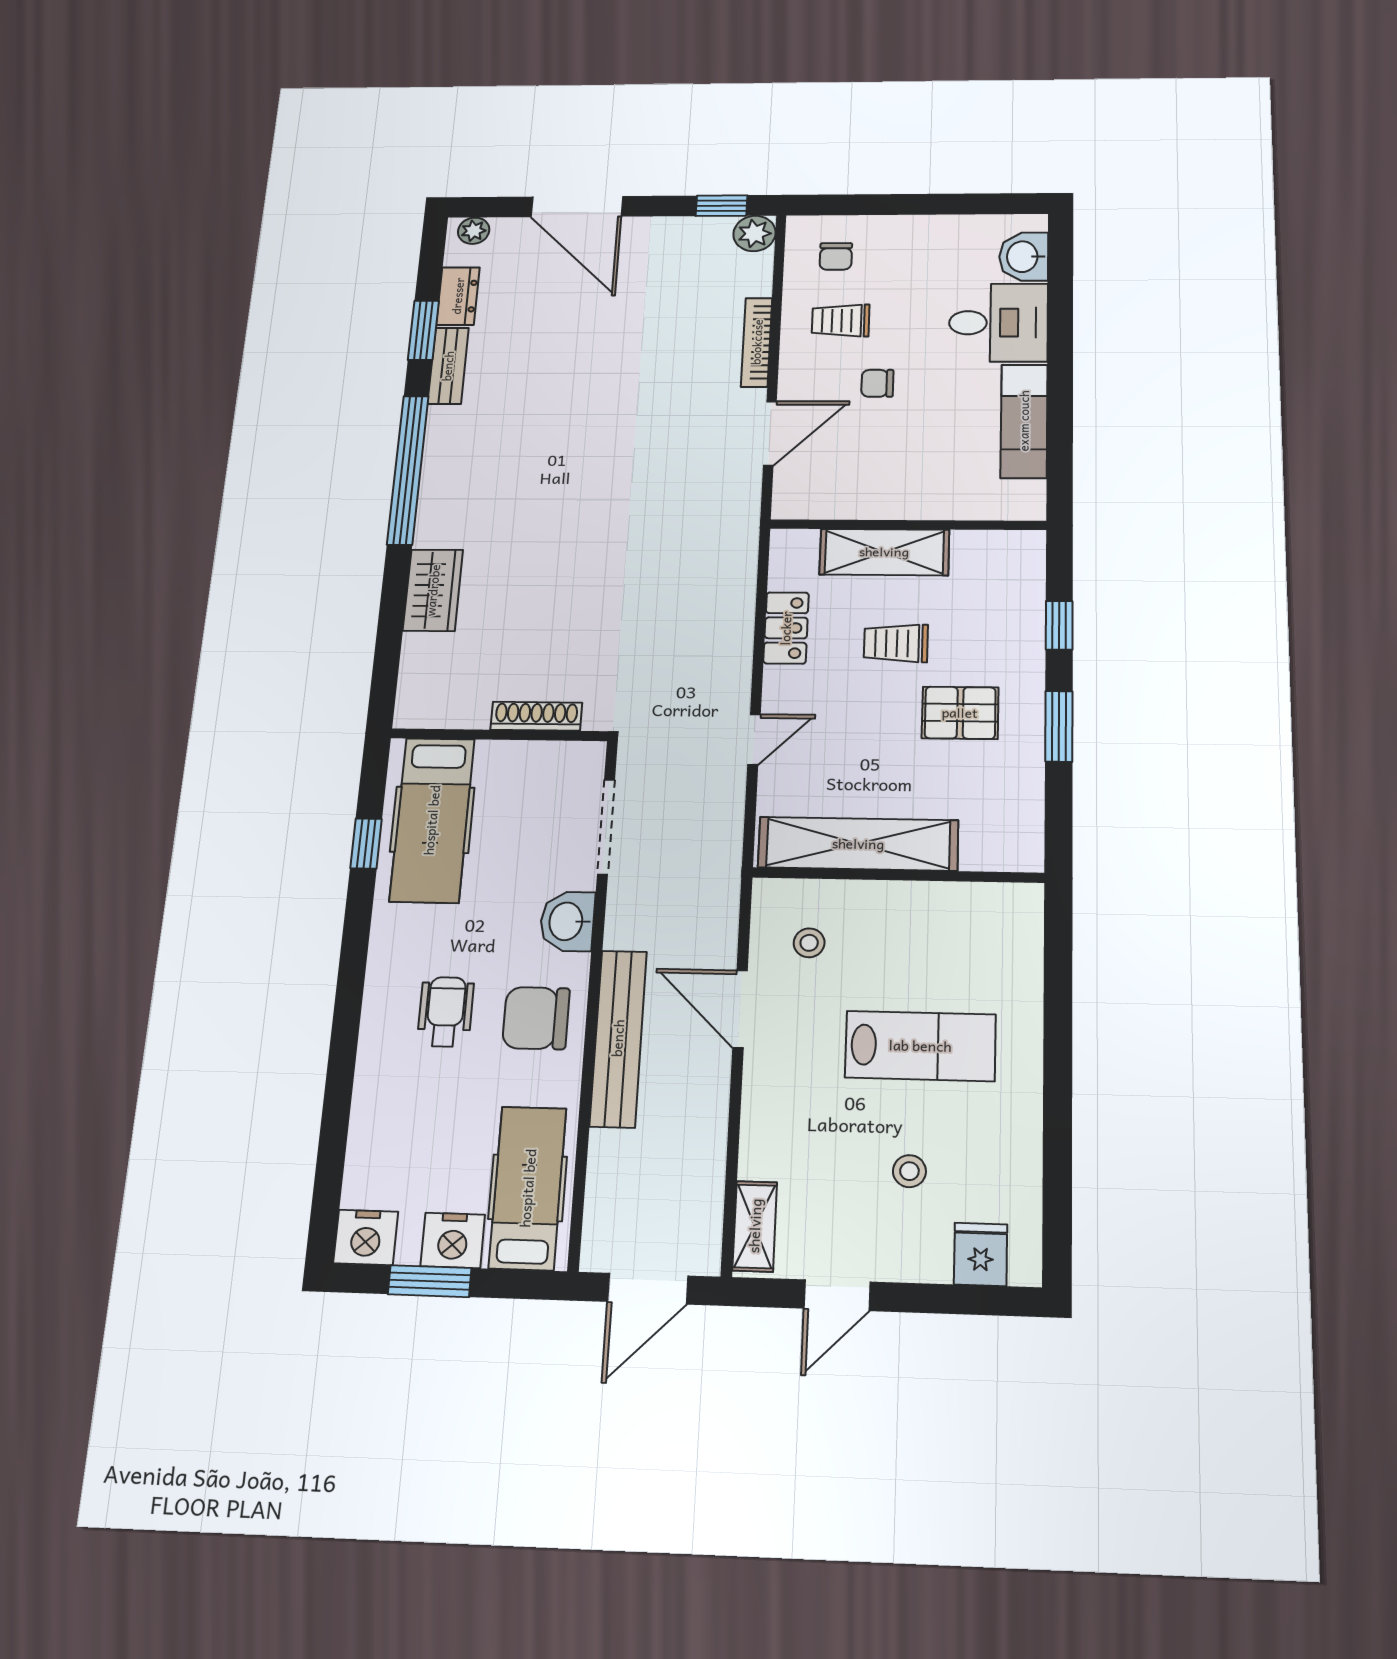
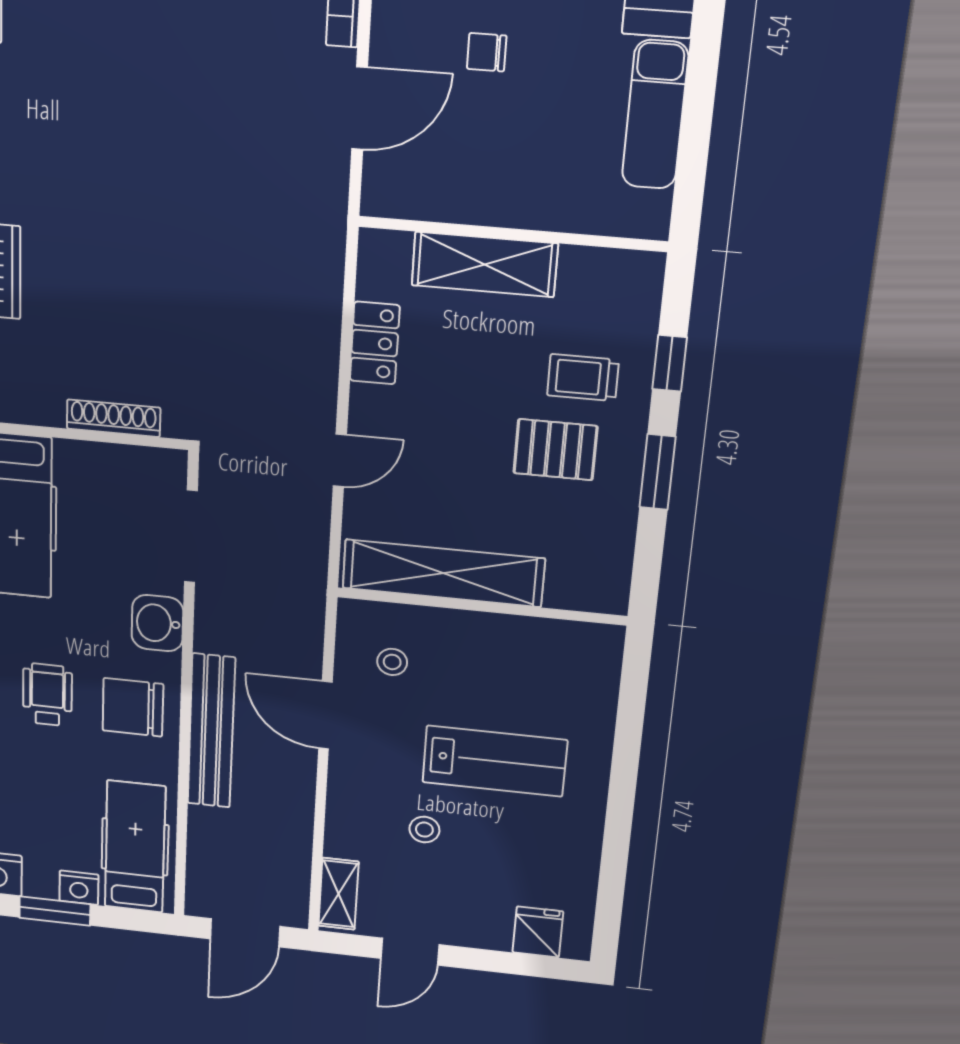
trolley: (896, 643) -> (583, 378), moved
stool: (909, 1171) -> (424, 830), moved
nightstand: (453, 1240) -> (79, 888), width x0.74, depth x0.75

